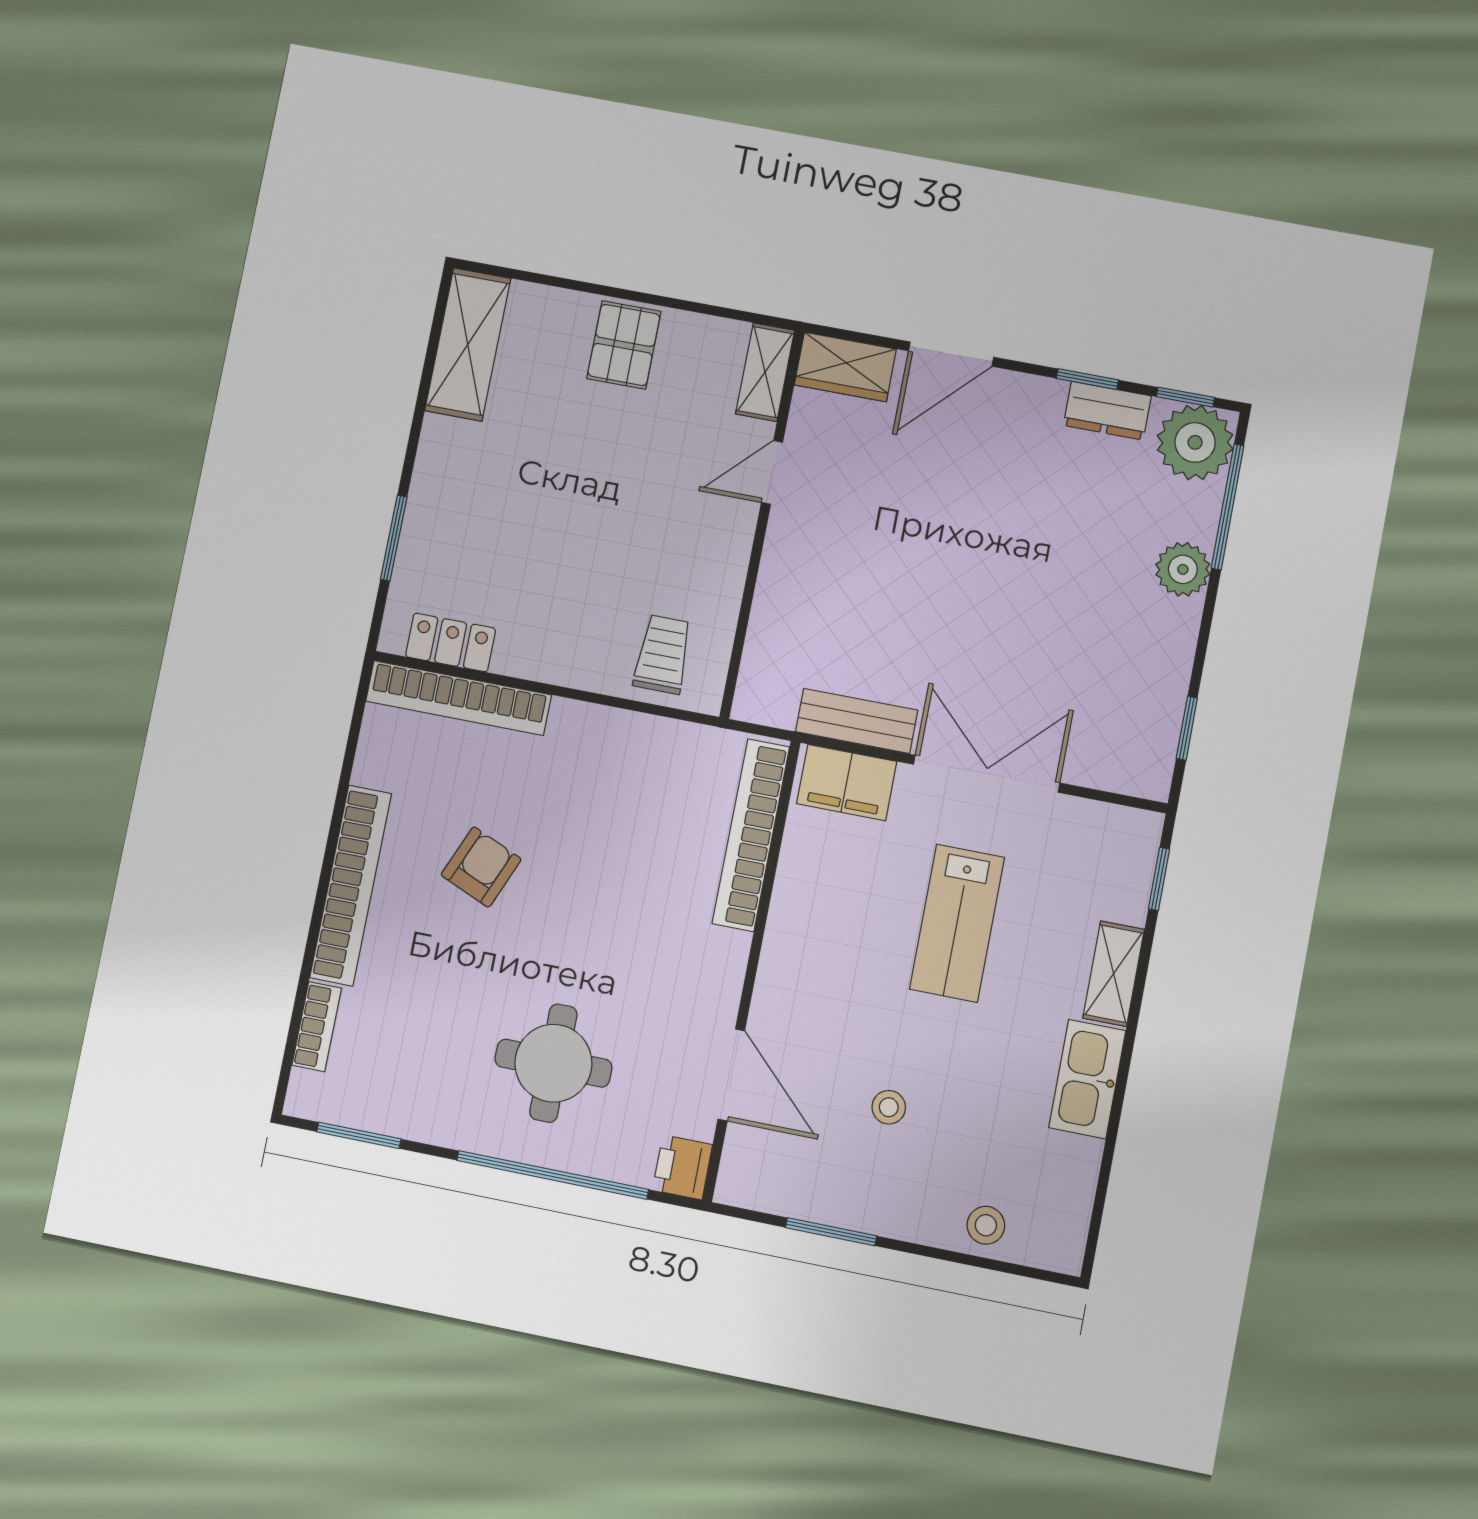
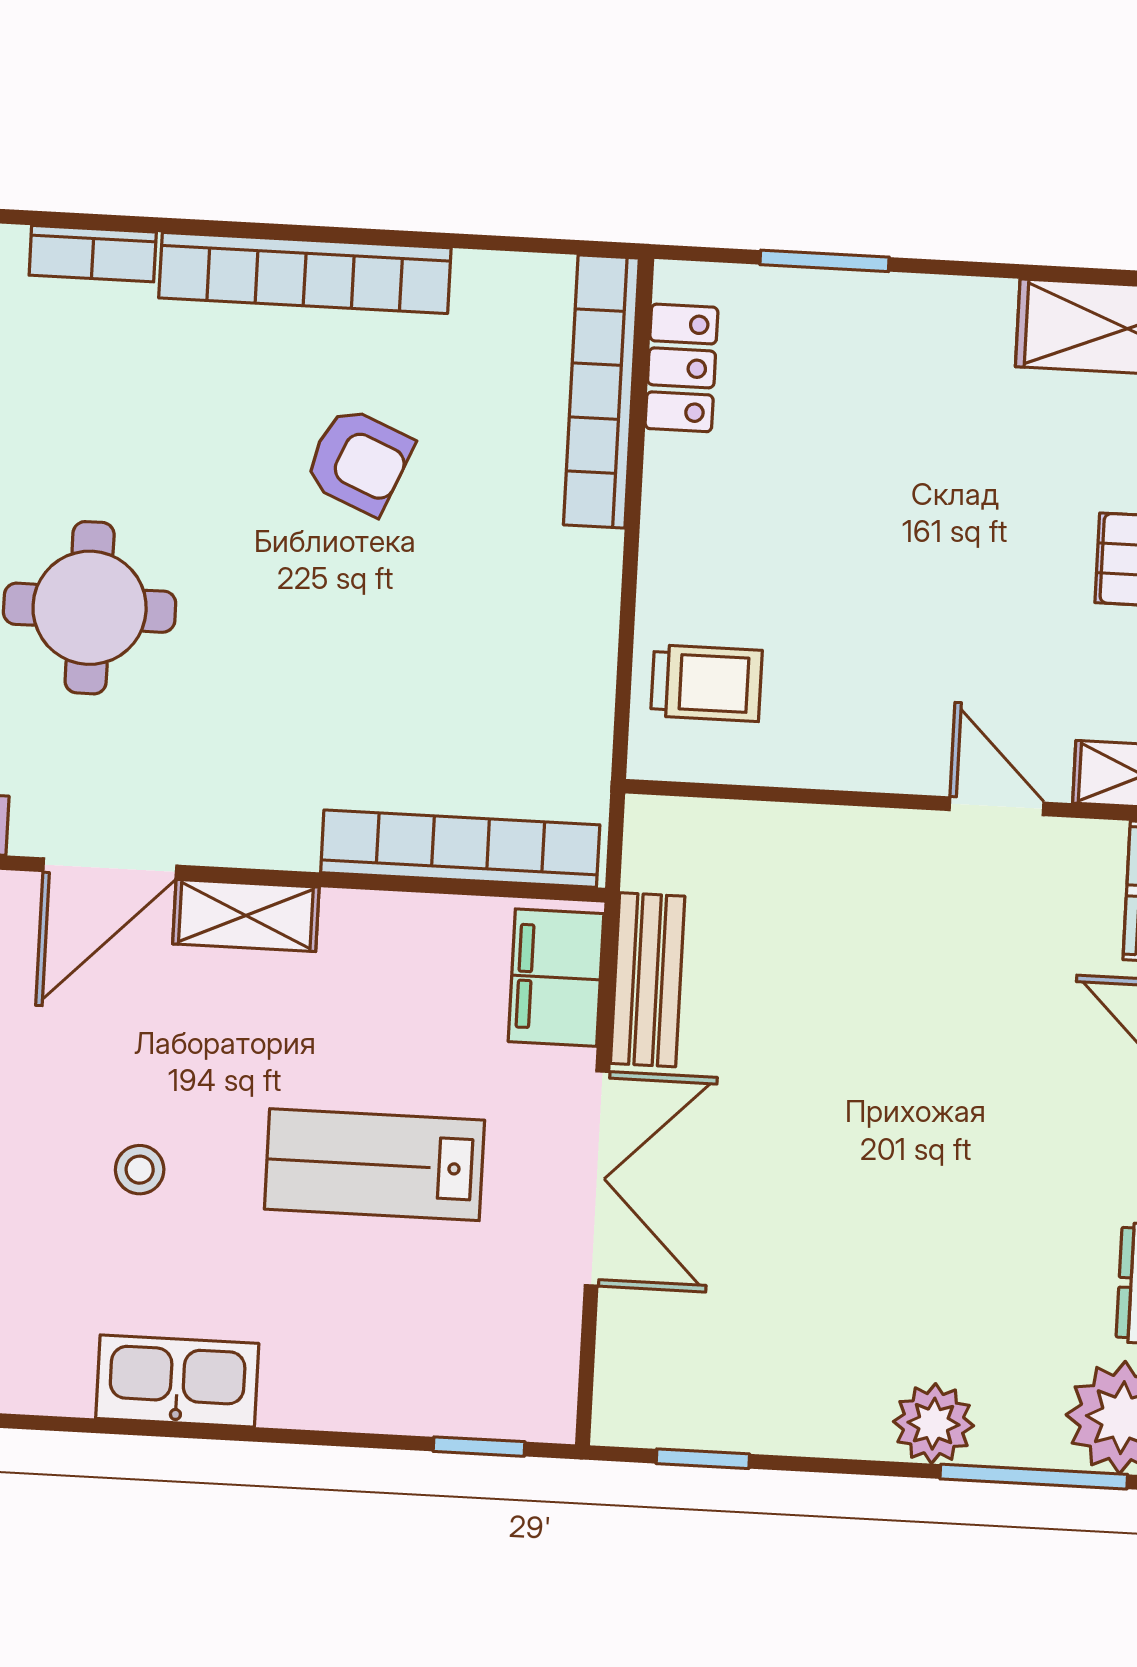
shelving: (1114, 974) -> (246, 915), moved
stool: (889, 1107) -> (140, 1170), moved

